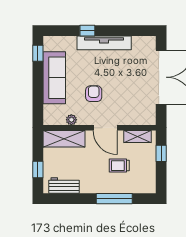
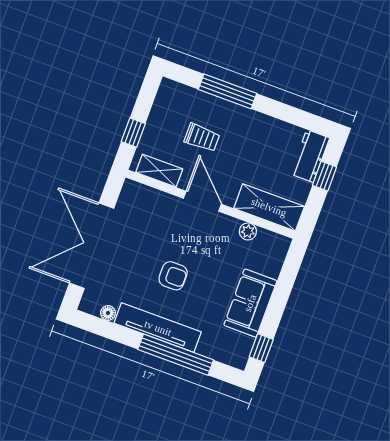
window: (87, 31) -> (176, 355), width x3.17
floor lamp: (137, 41) -> (108, 313), added
sofa: (54, 78) -> (250, 303), width x0.73
armchair: (94, 94) -> (173, 276), moved, turned -90
workbench: (64, 185) -> (310, 156), moved, turned 90

